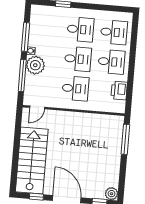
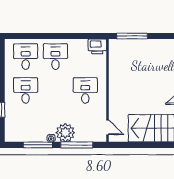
desk: (78, 59) -> (55, 90), removed
printer: (119, 91) -> (97, 46), moved

